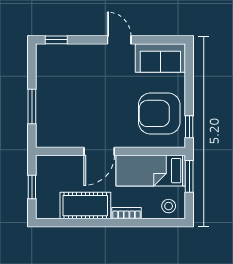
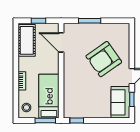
window: (56, 40) -> (132, 99), moved
armchair: (159, 113) -> (104, 59), moved, turned -125
door: (99, 151) -> (61, 42), moved
cot: (85, 206) -> (27, 40), moved

